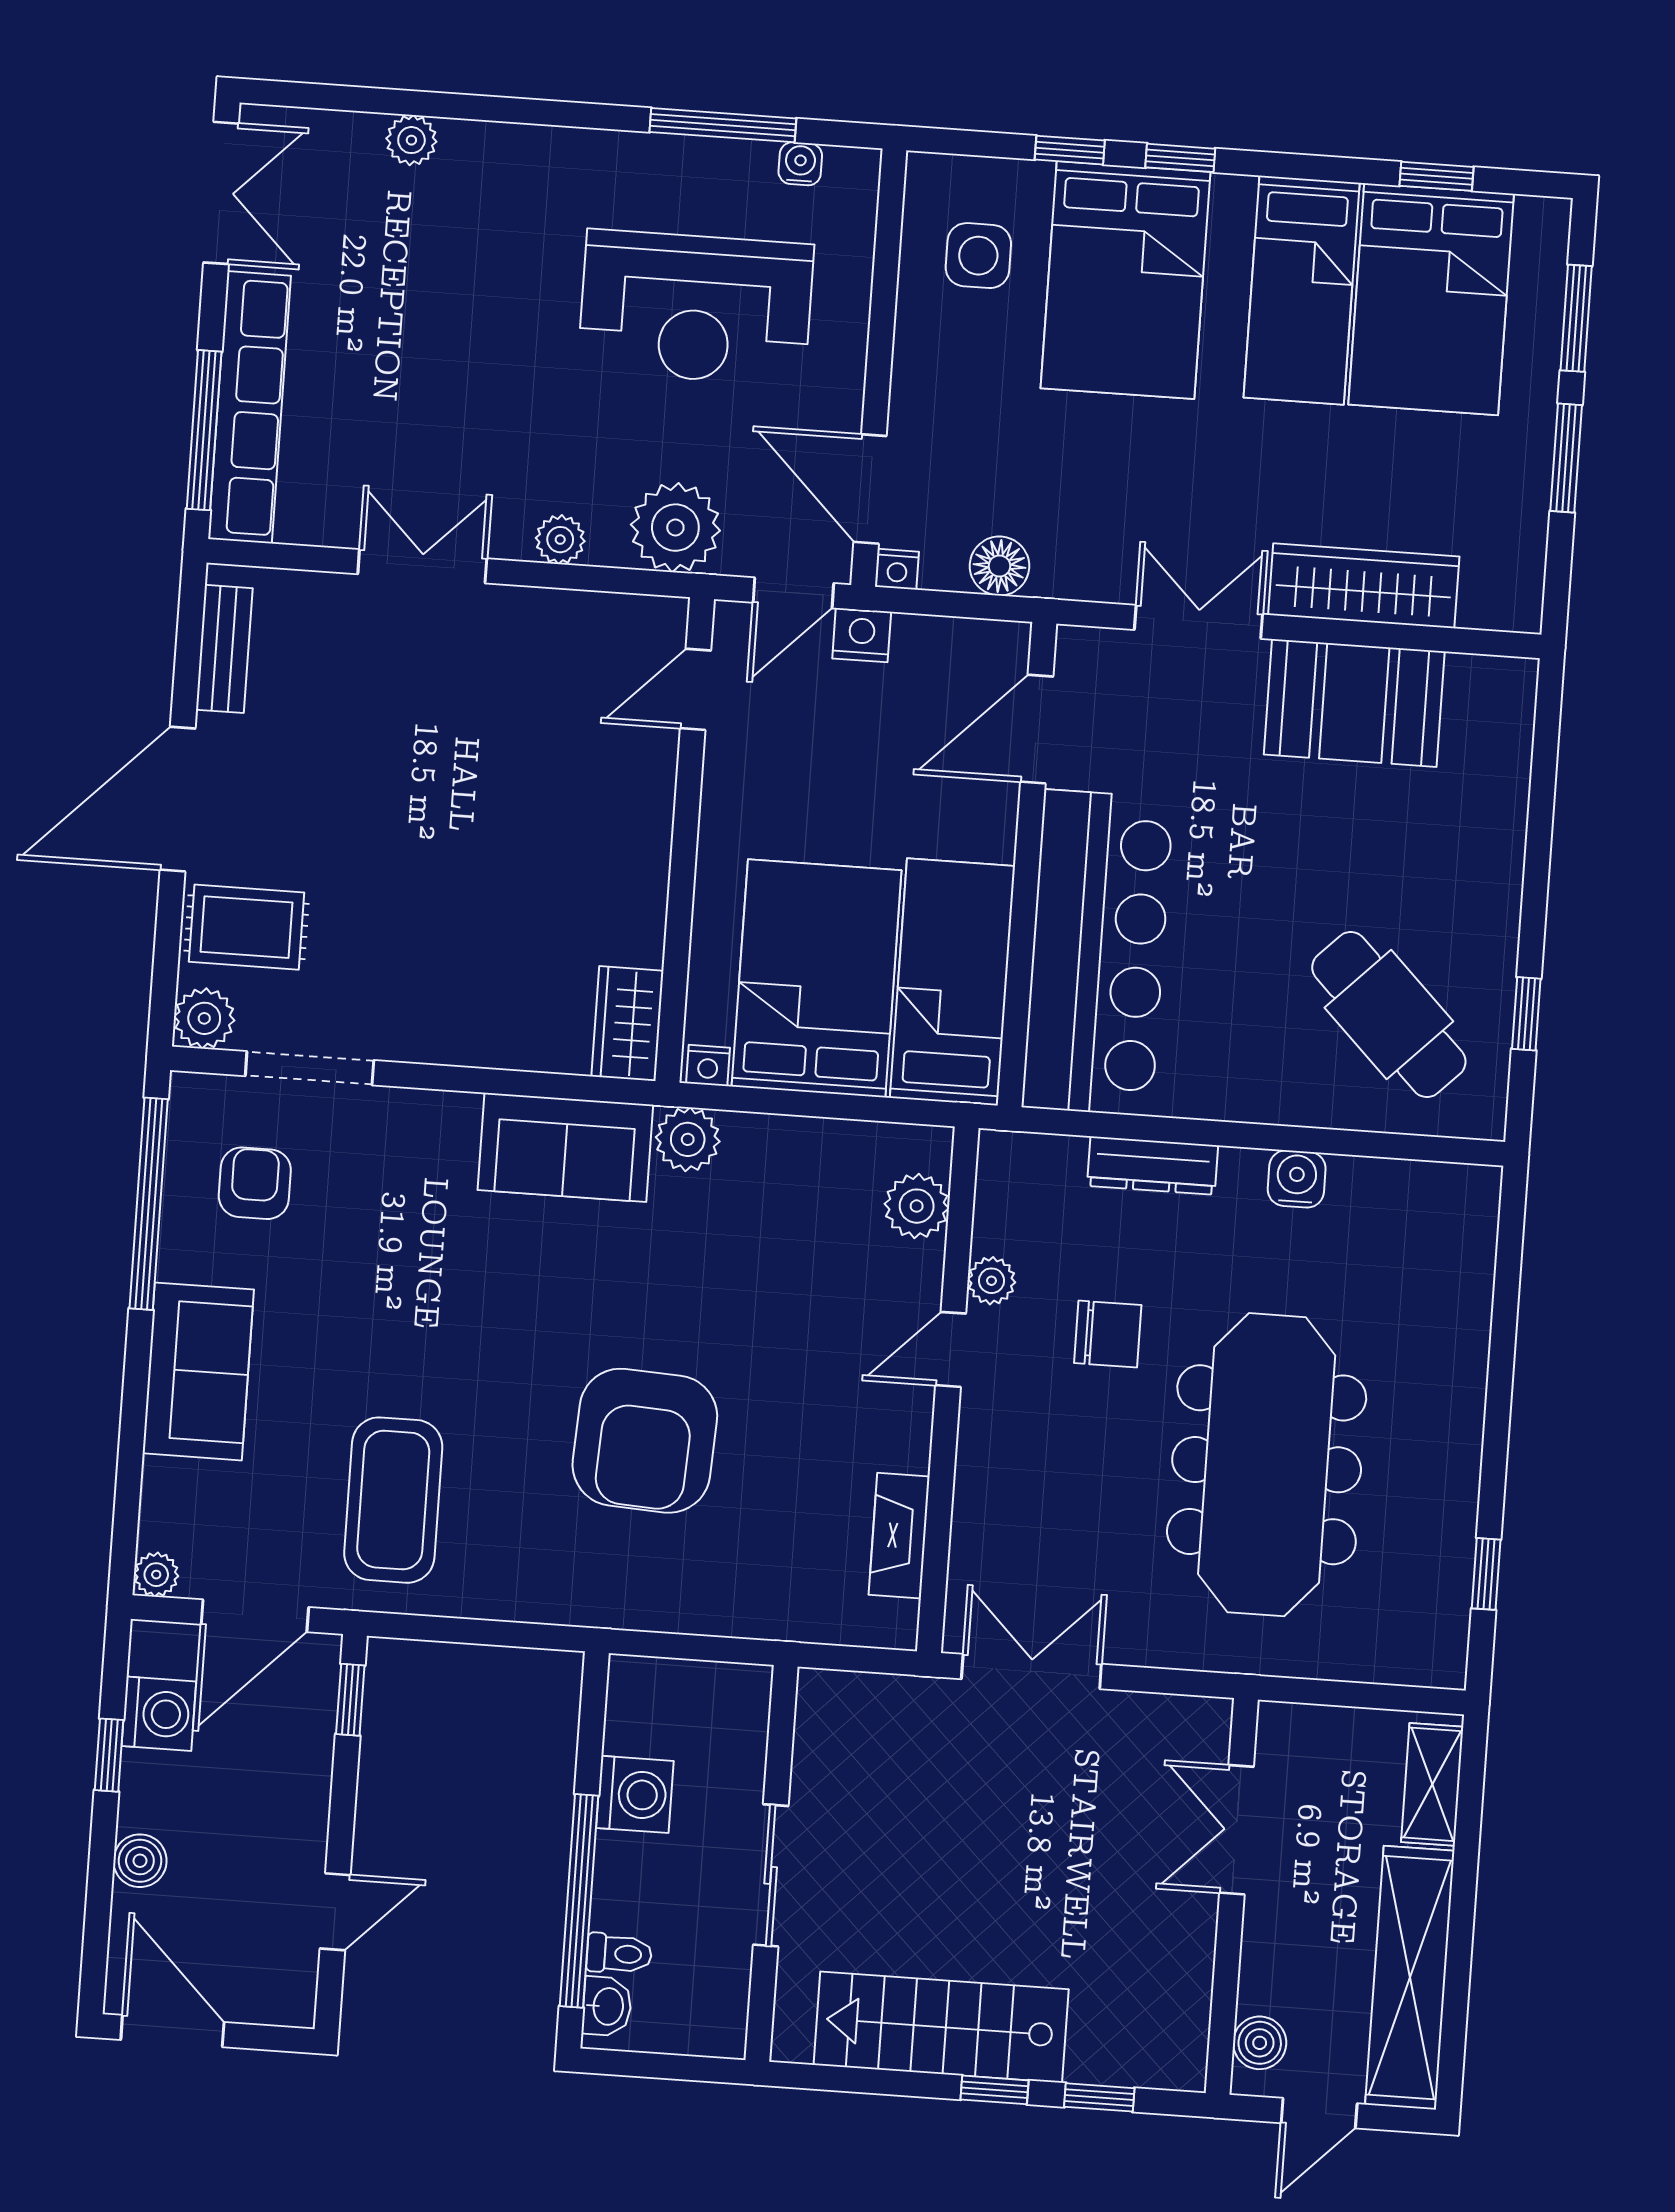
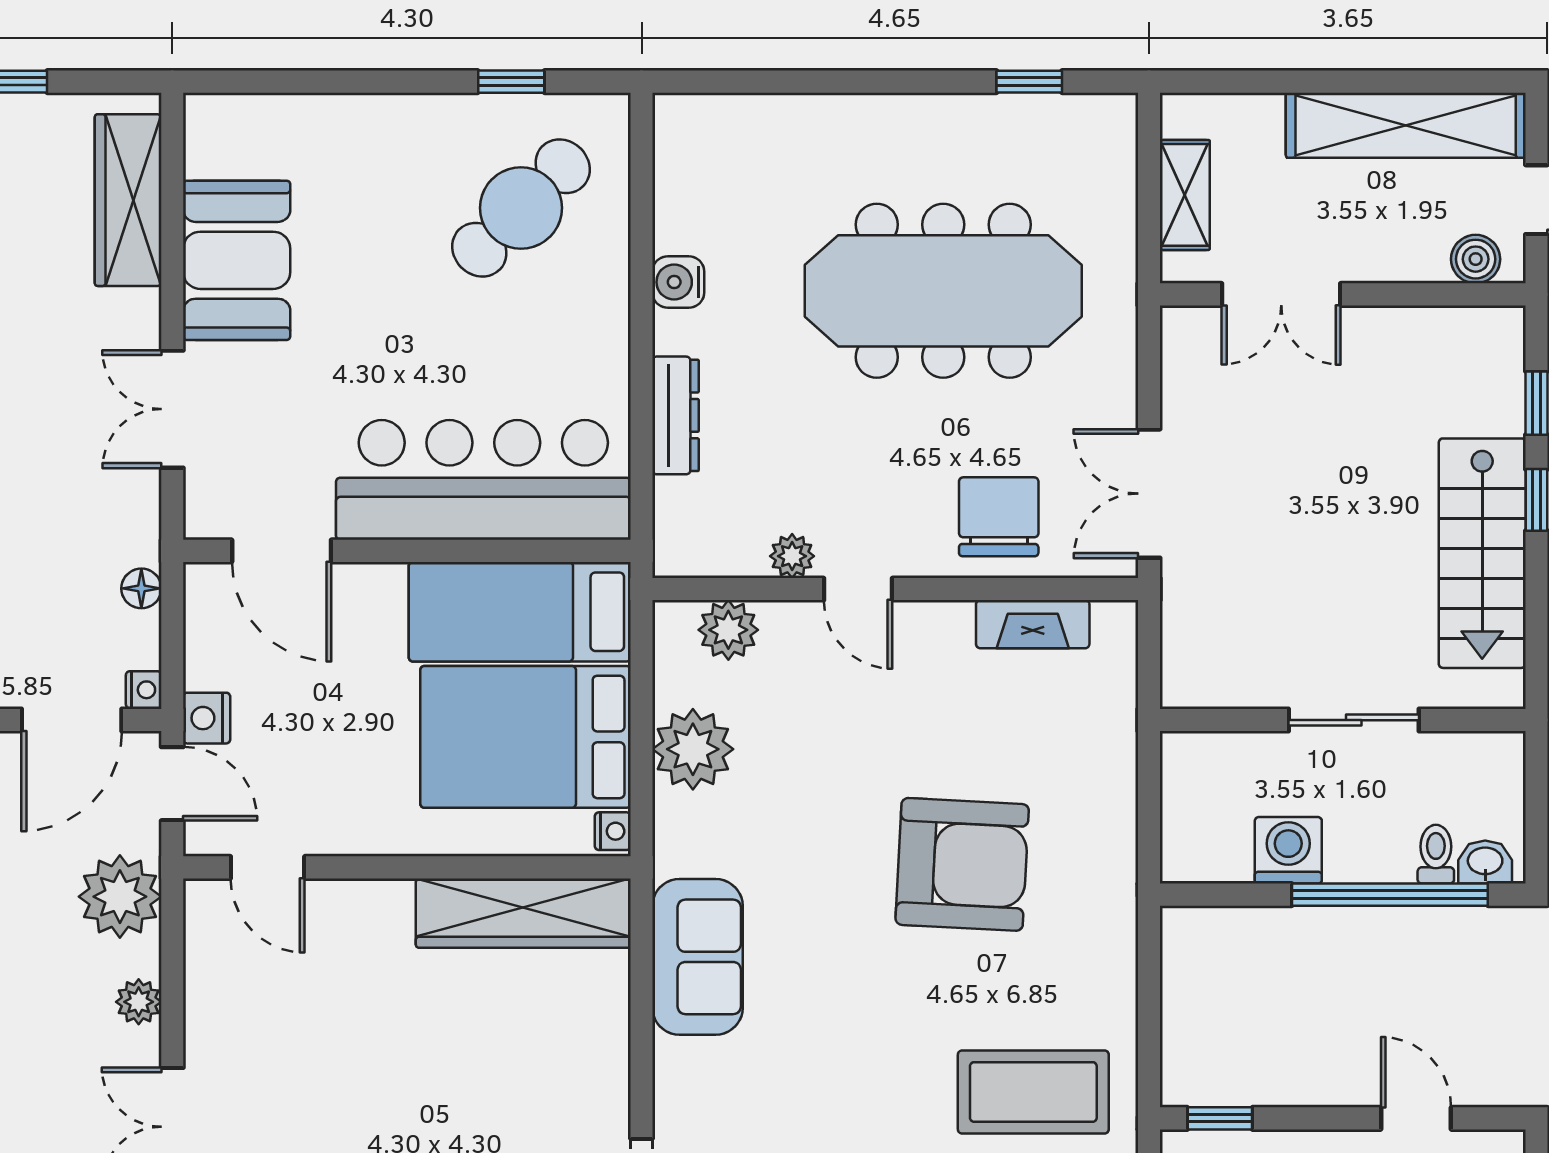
floor lamp: (999, 566) -> (141, 588), width x0.73, depth x0.73
wardrobe: (1364, 586) -> (128, 200), moved
wardrobe: (627, 1024) -> (523, 913), width x2.10, depth x1.17
plant: (688, 1139) -> (693, 749), moved, width x1.36, depth x1.36
chair: (1108, 1334) -> (999, 517), moved, width x1.37, depth x1.37
shelving: (1432, 1784) -> (1185, 195), moved, turned 90

